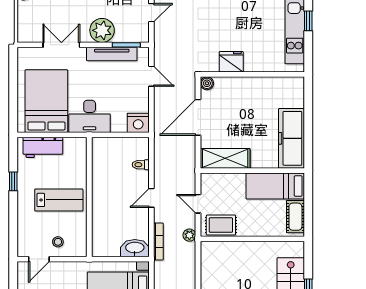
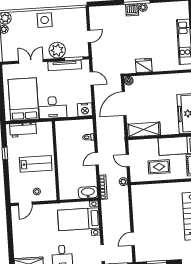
rug: (221, 225) -> (159, 167), moved

